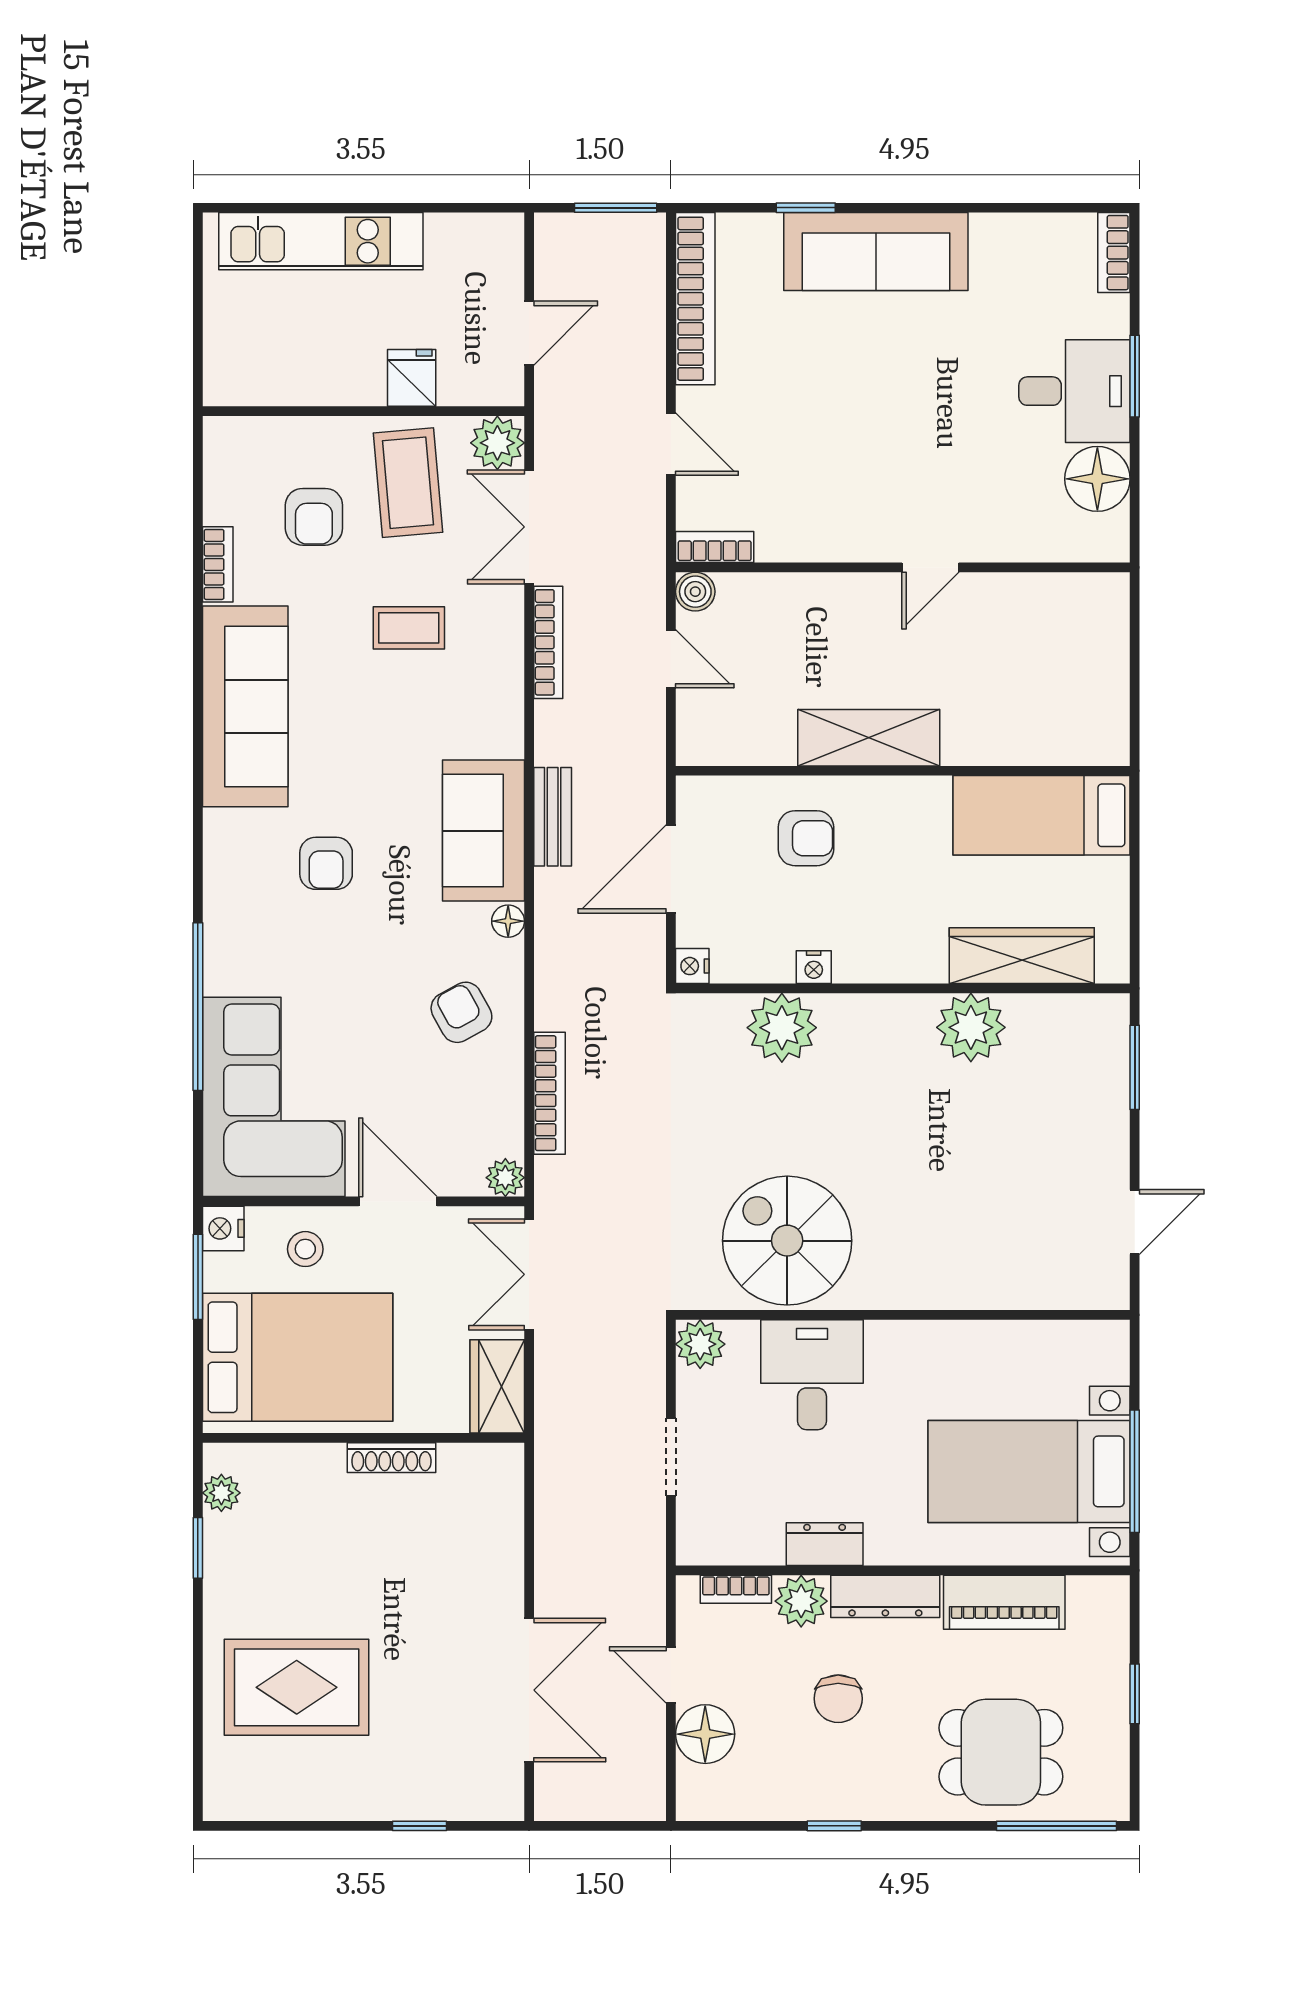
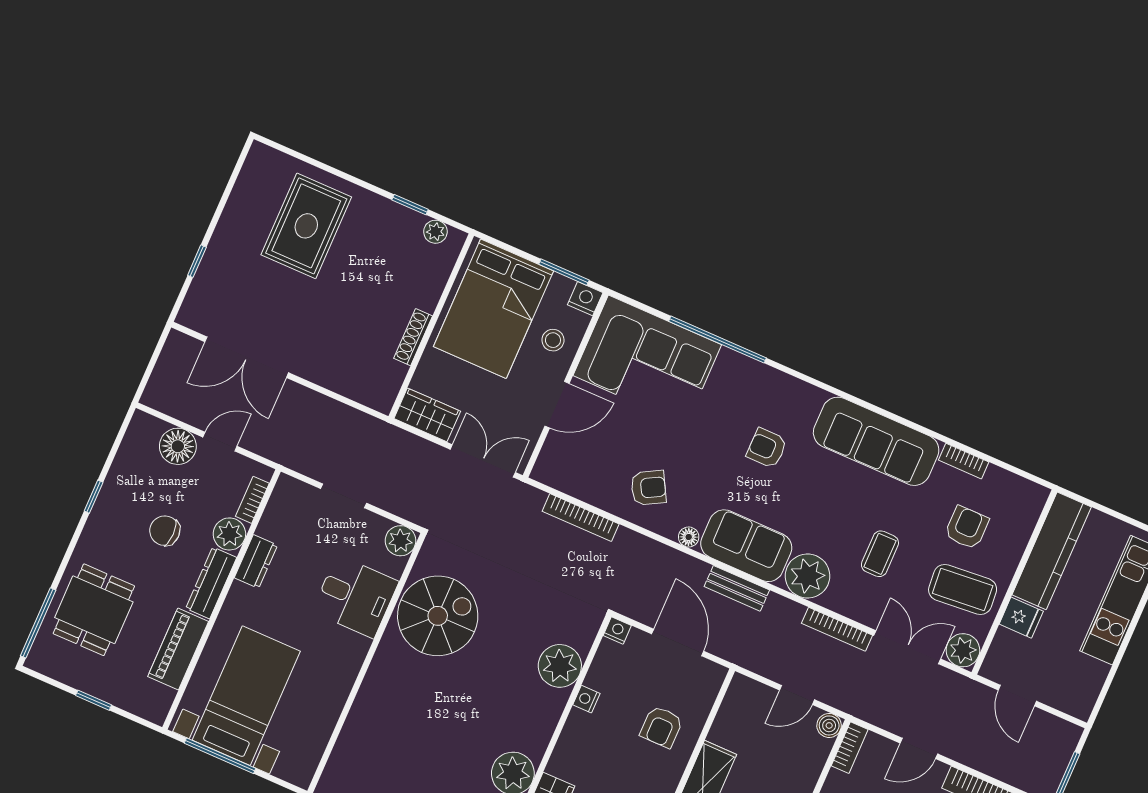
kitchen counter: (293, 376) -> (1052, 551), added
armchair: (314, 517) -> (967, 528), turned 90
plant: (505, 1178) -> (807, 576), moved, width x1.87, depth x1.87

